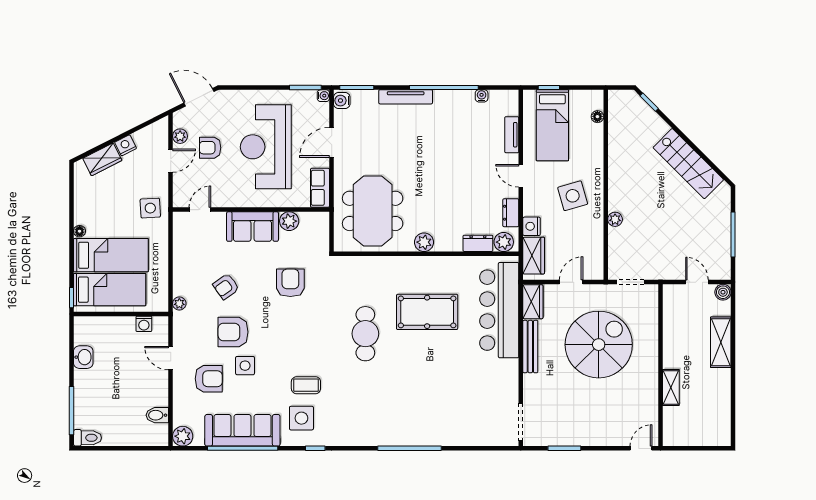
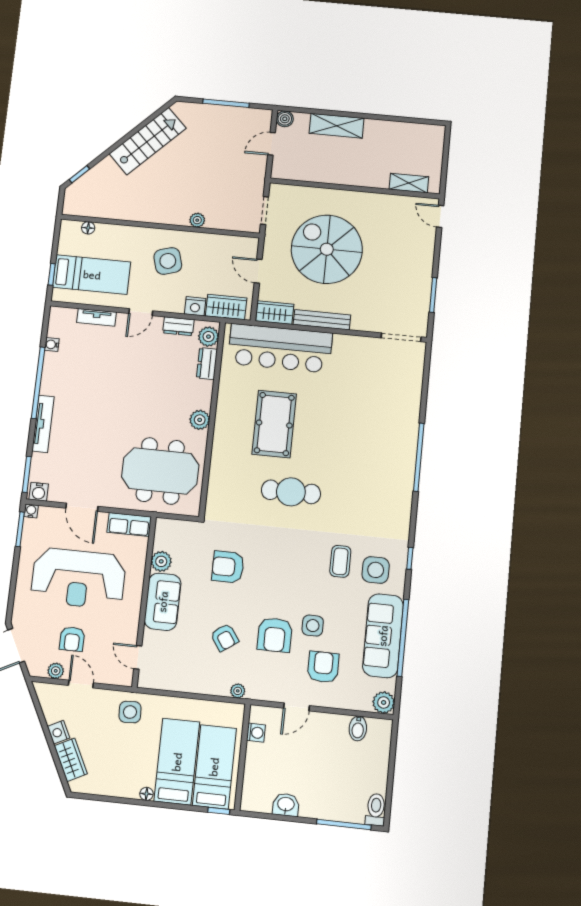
shelving: (671, 387) -> (409, 183), moved

